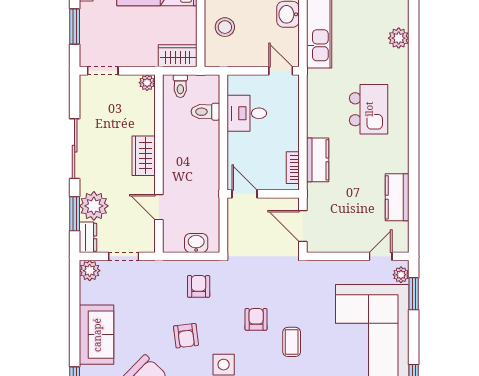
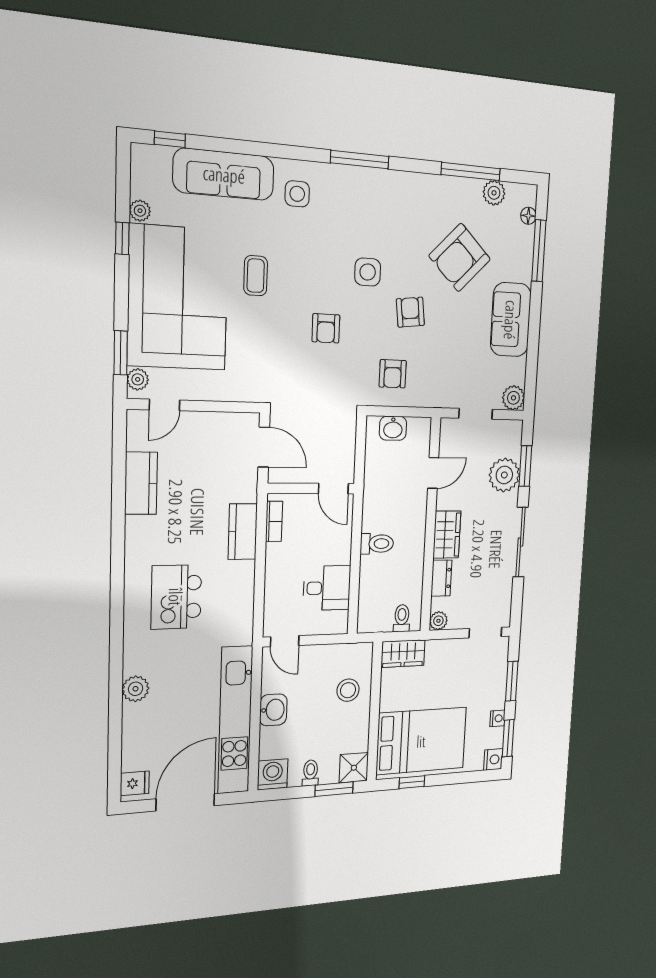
toilet: (205, 112) -> (377, 544), moved
door: (159, 207) -> (433, 473), hinge flipped
dresser: (88, 237) -> (441, 578), moved, turned 180
coffee table: (292, 342) -> (256, 276), moved

